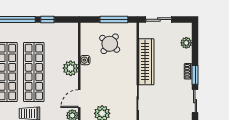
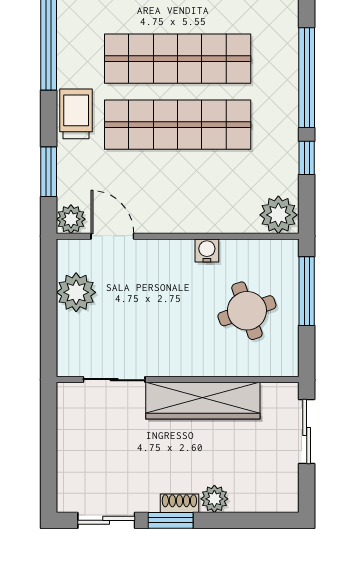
window: (114, 19) -> (307, 291), moved
plant: (186, 43) -> (214, 499), moved
round table: (110, 44) -> (247, 311), turned 32
plant: (71, 68) -> (278, 215), moved

